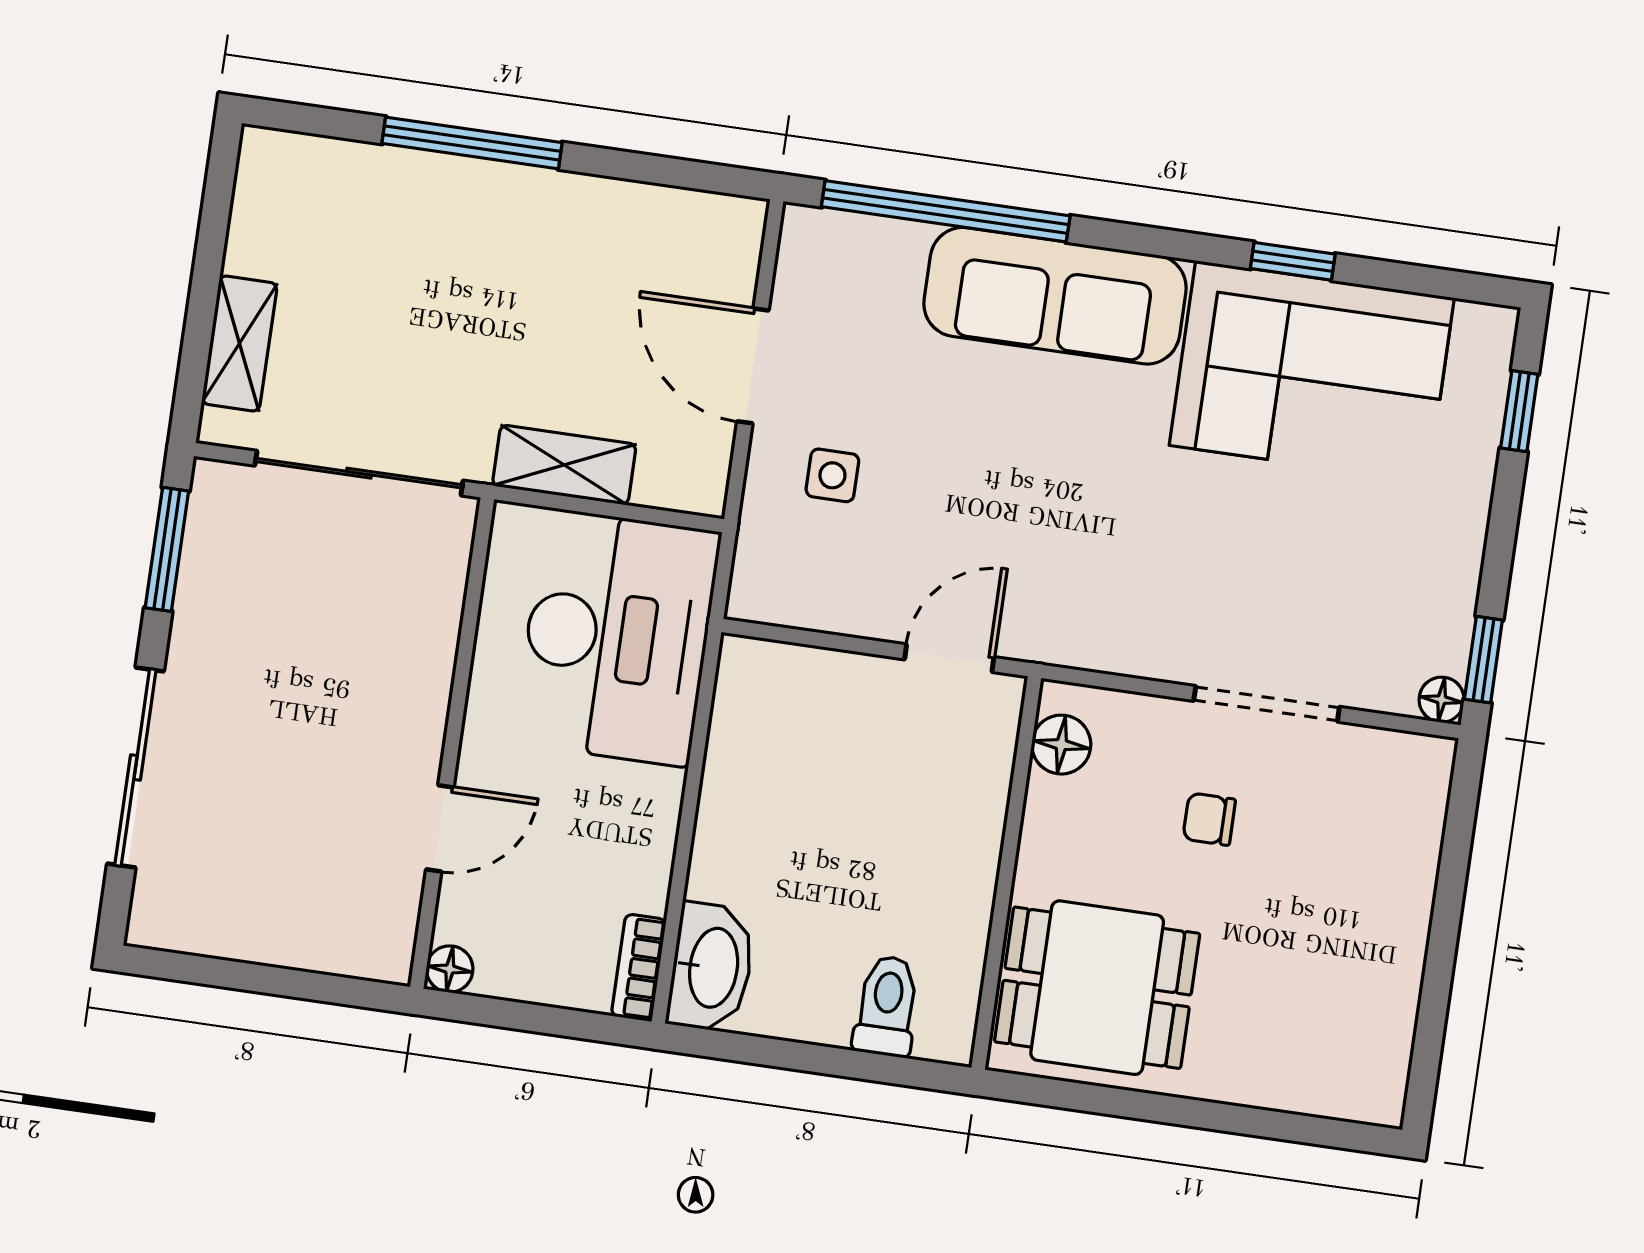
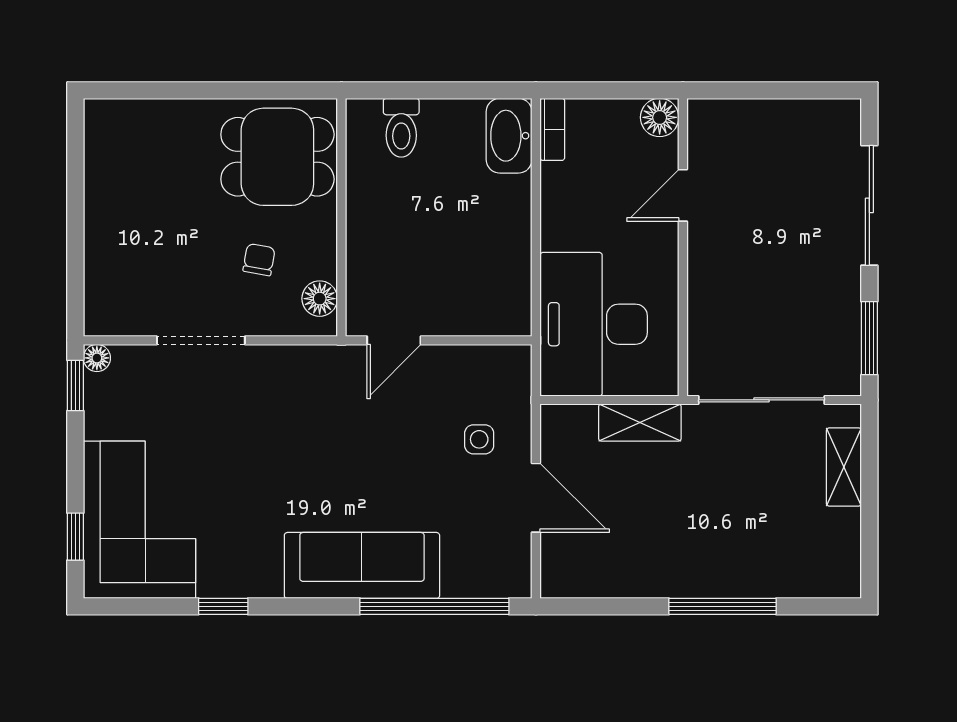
corner sofa: (1312, 372) -> (139, 520), moved, turned 90
chair: (1209, 819) -> (259, 260), moved, turned -80
floor lamp: (450, 969) -> (660, 117), width x1.37, depth x1.37

